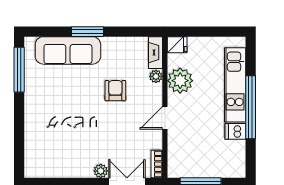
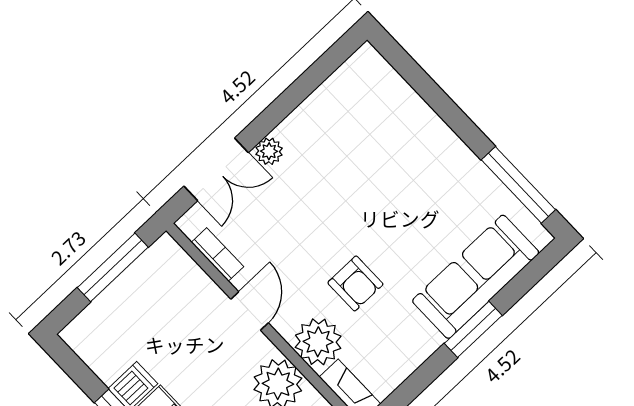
plant: (156, 76) -> (318, 342), width x1.88, depth x1.88
bookcase: (157, 164) -> (217, 254), moved

